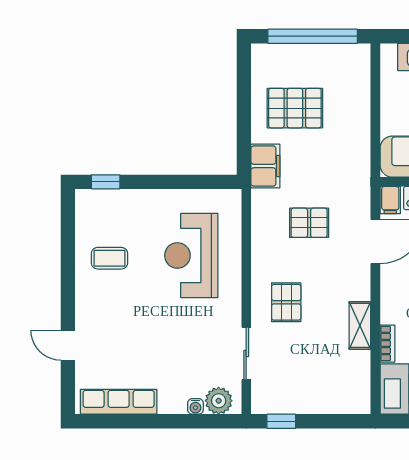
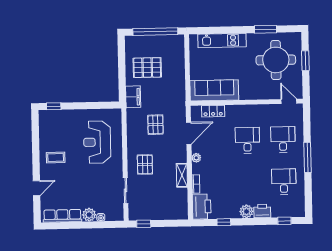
filing cabinet: (390, 200) -> (196, 112), removed
pallet: (309, 223) -> (155, 125), turned 90
coffee table: (109, 258) -> (56, 158), moved
plant: (389, 291) -> (196, 158), added
door: (68, 345) -> (37, 188), swing flipped
plant: (219, 401) -> (89, 215), moved

